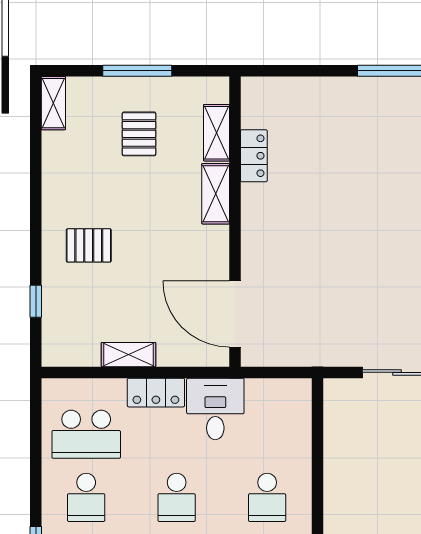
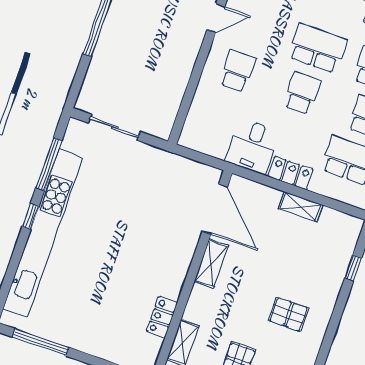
shelving: (216, 194) -> (211, 264), moved
pallet: (89, 245) -> (288, 314), moved

